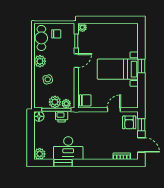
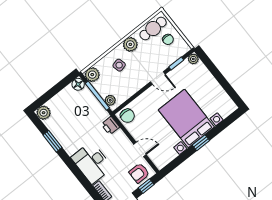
bed with nightstands: (118, 69) -> (186, 118), width x1.36
plant: (55, 102) -> (92, 75), moved
printer: (62, 117) -> (110, 126), moved
desk: (68, 148) -> (92, 163), moved

